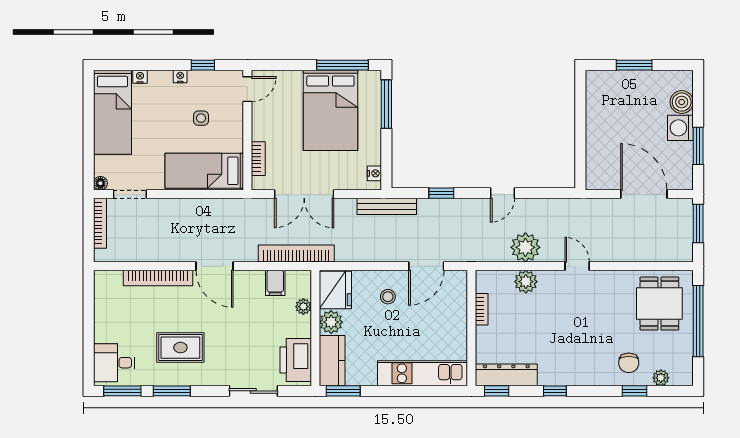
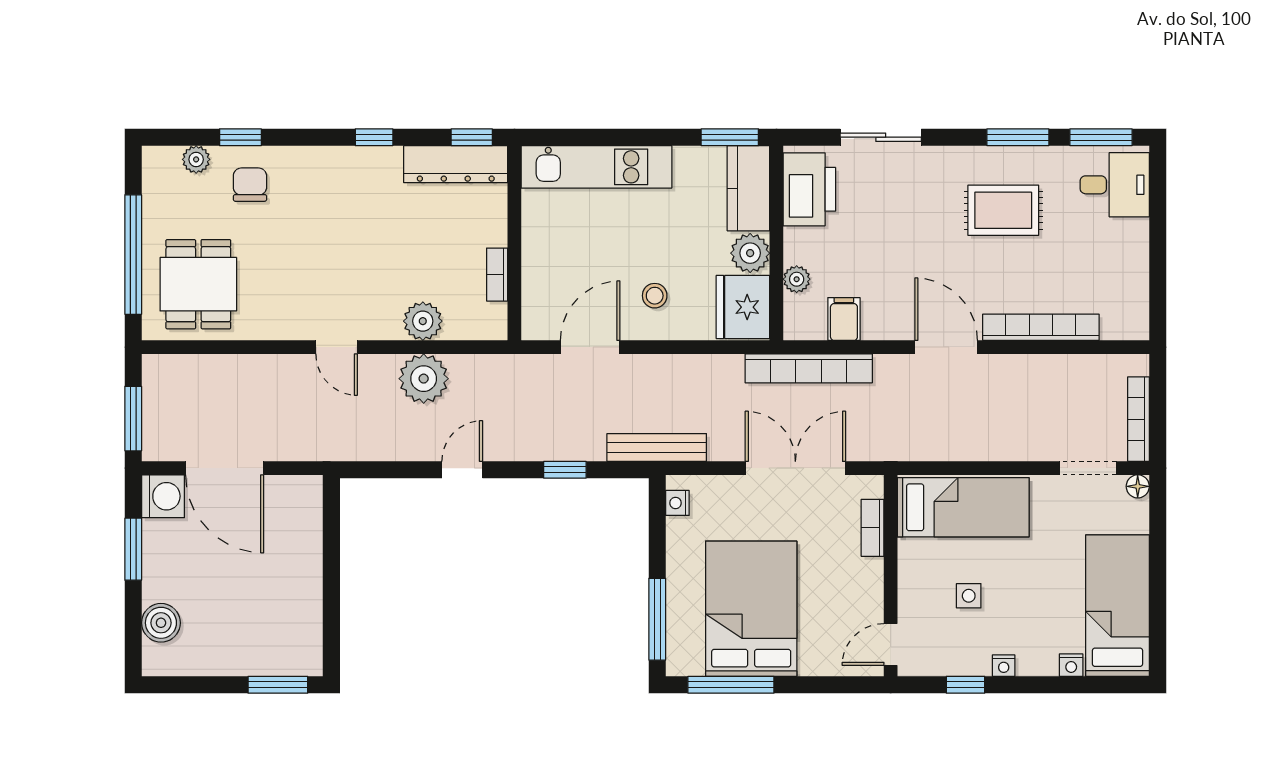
window: (634, 65) -> (278, 685), moved
washing machine: (680, 128) -> (163, 496), moved

